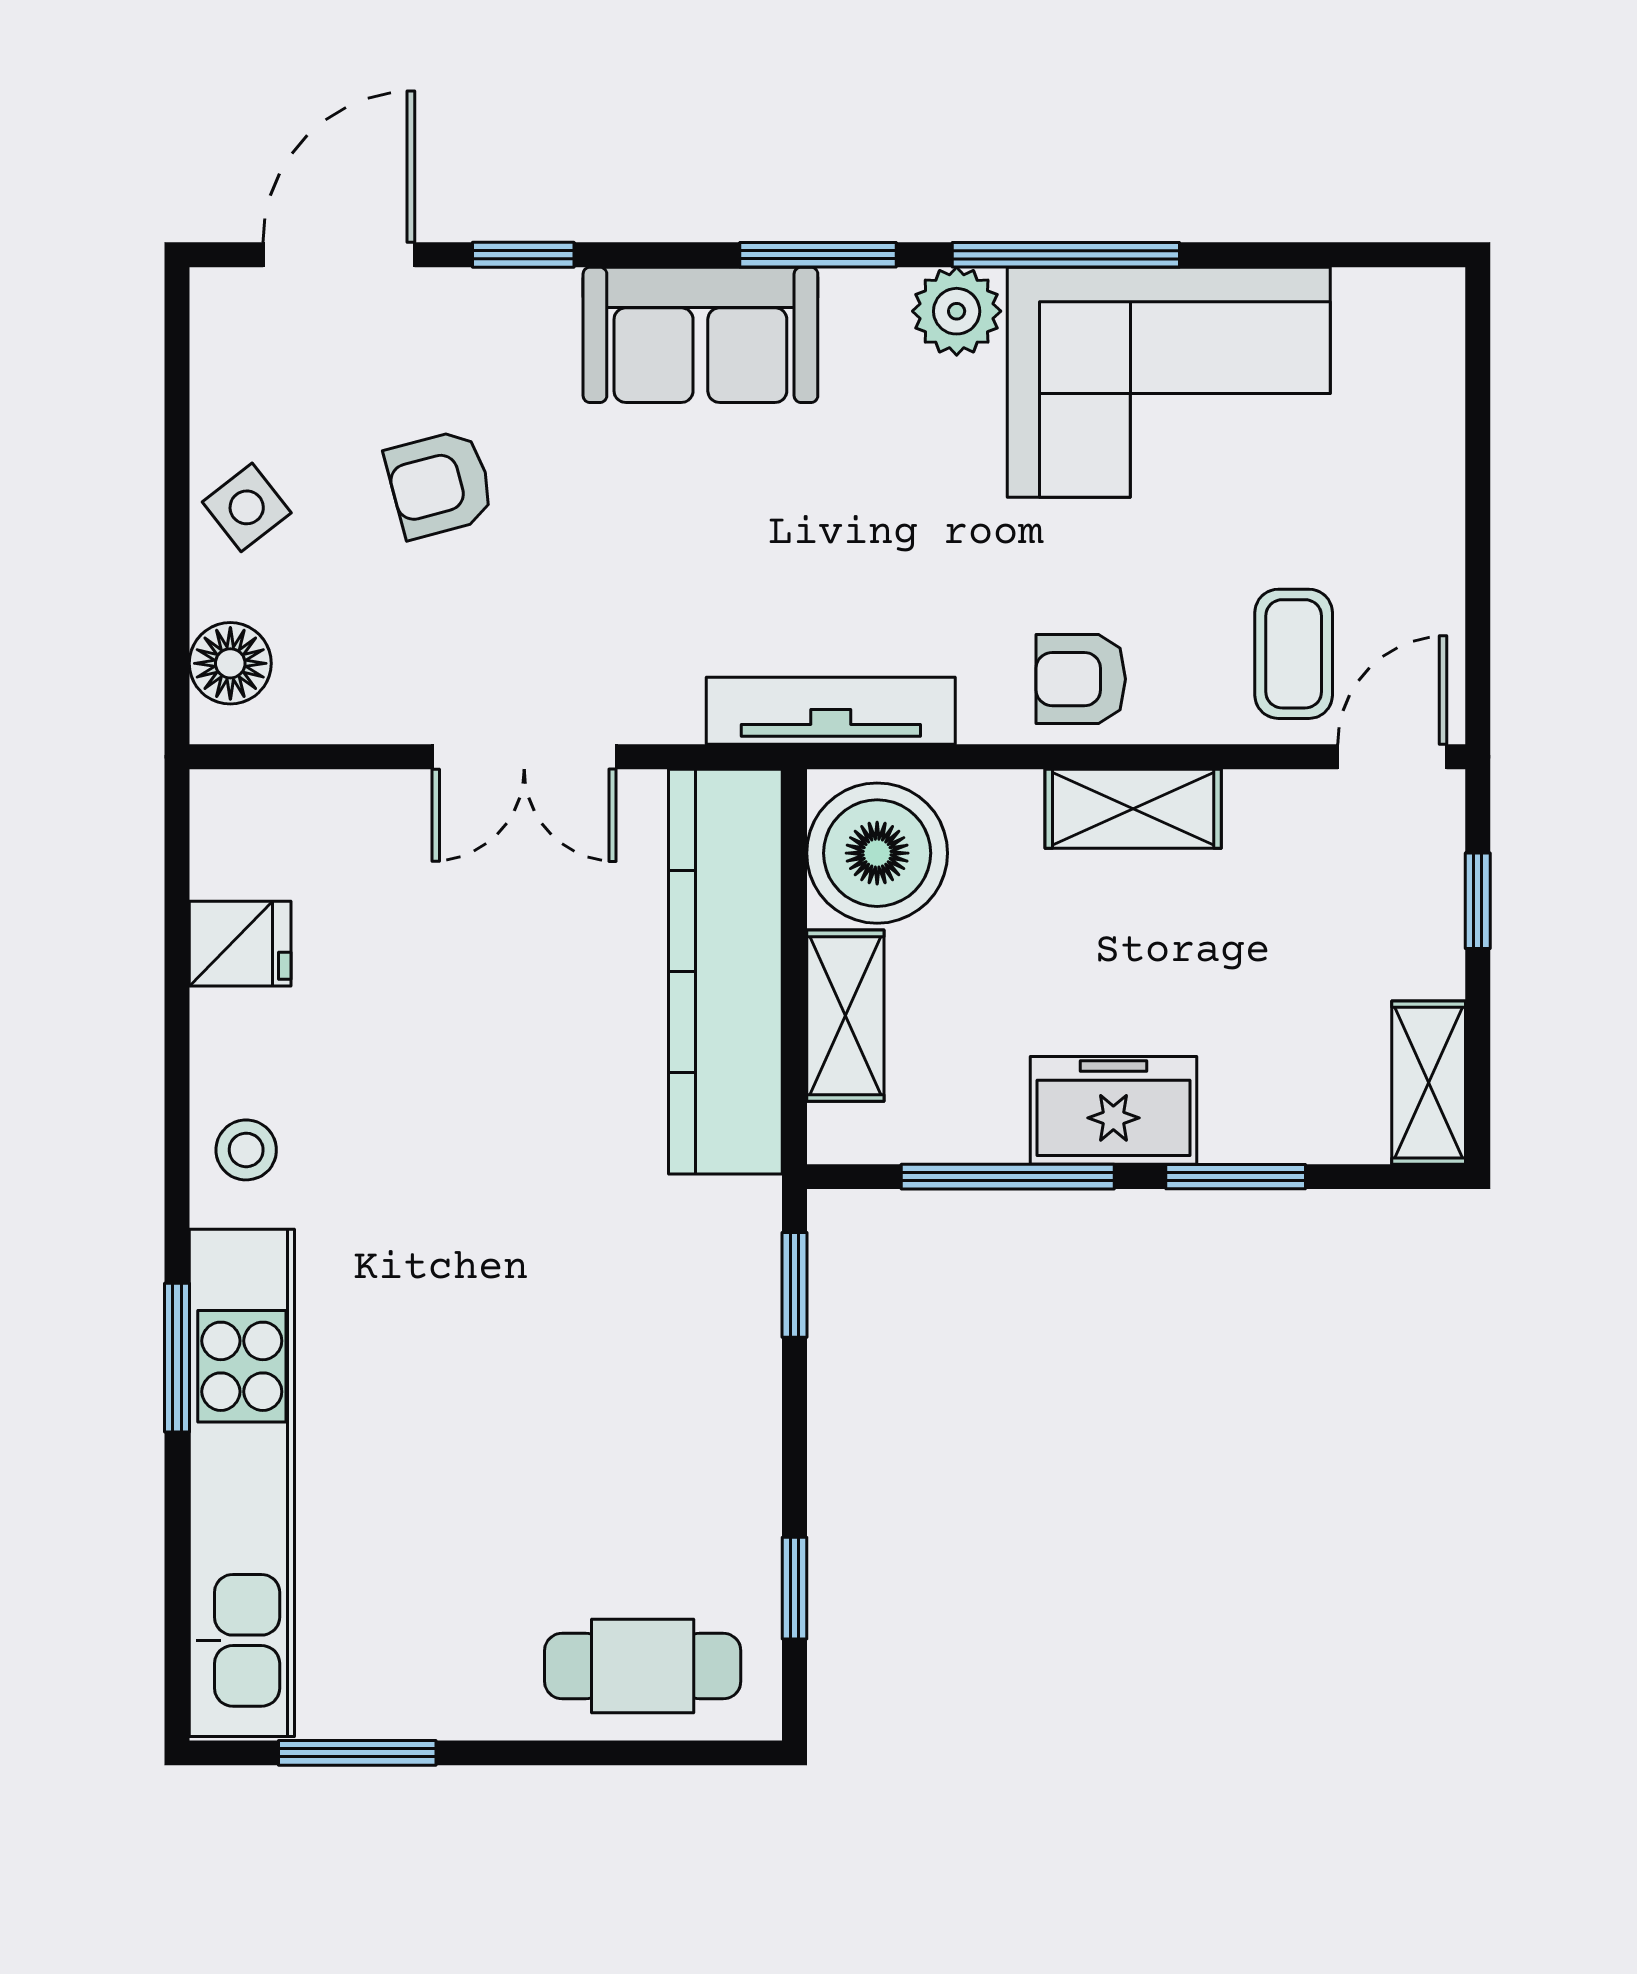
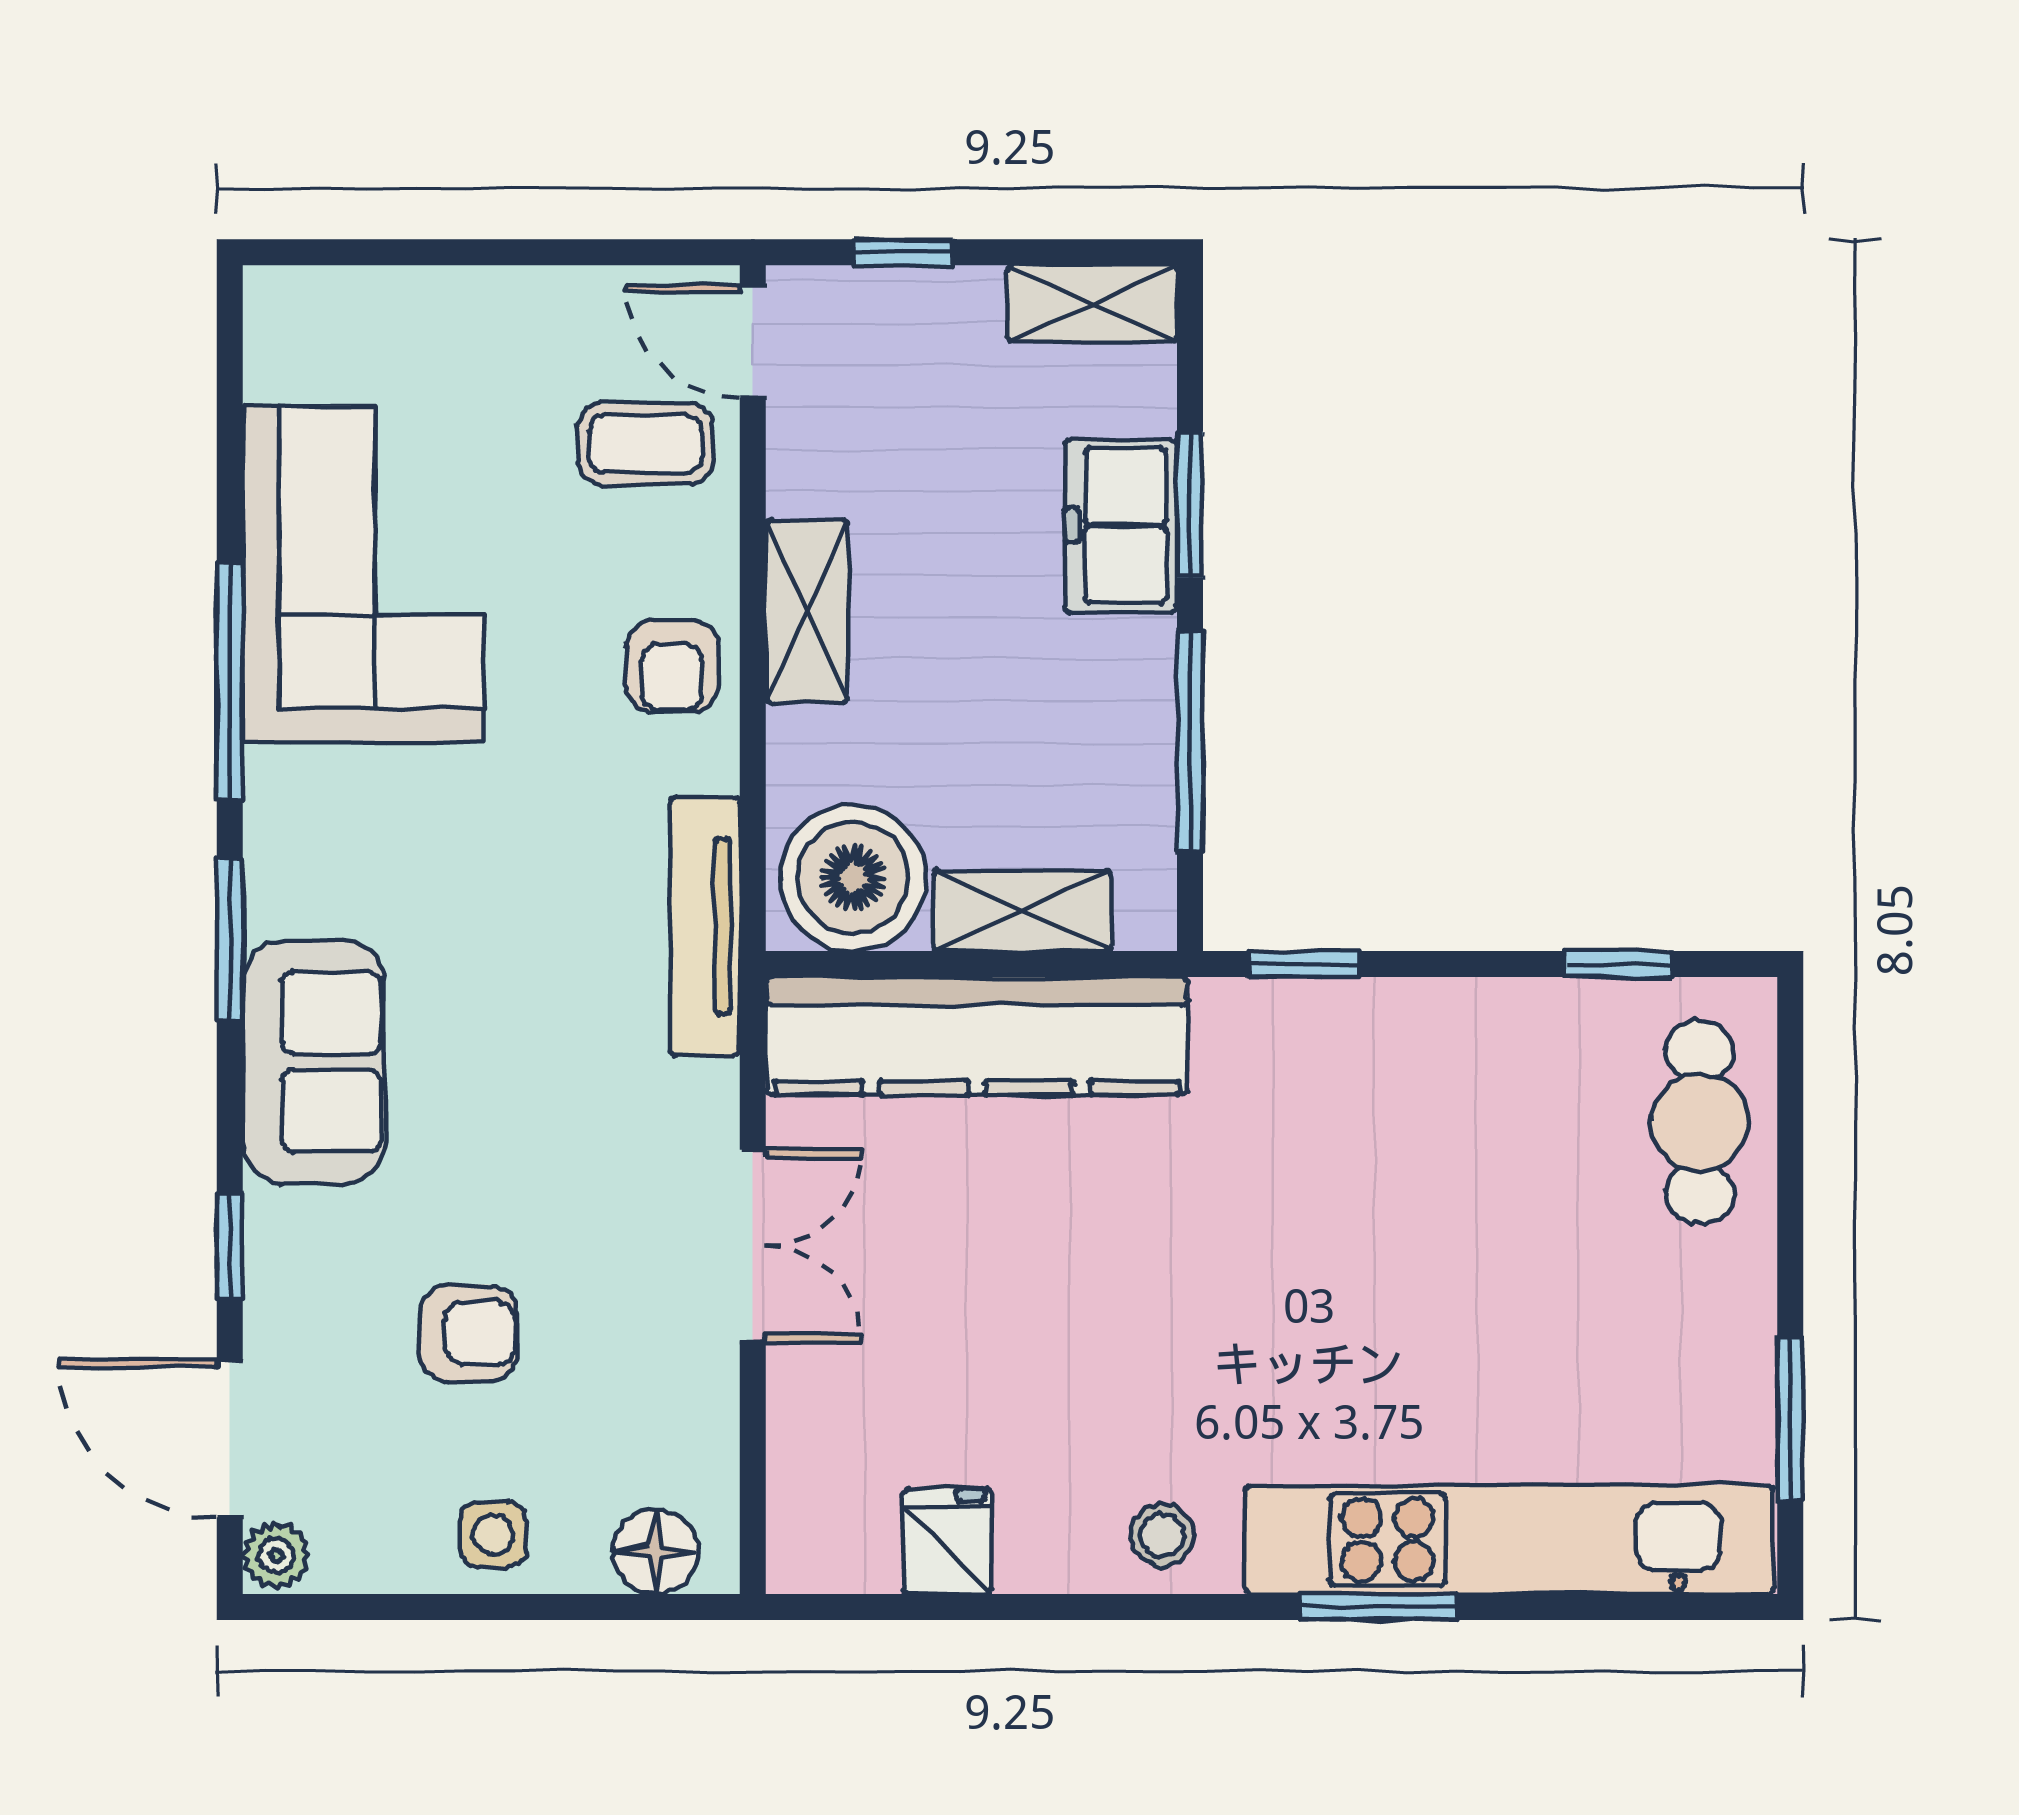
plant: (957, 311) -> (276, 1556), moved, width x0.73, depth x0.73
armchair: (440, 484) -> (469, 1333), turned -75
side table: (247, 507) -> (493, 1534), turned 38
freezer: (1113, 1110) -> (1121, 526), moved

